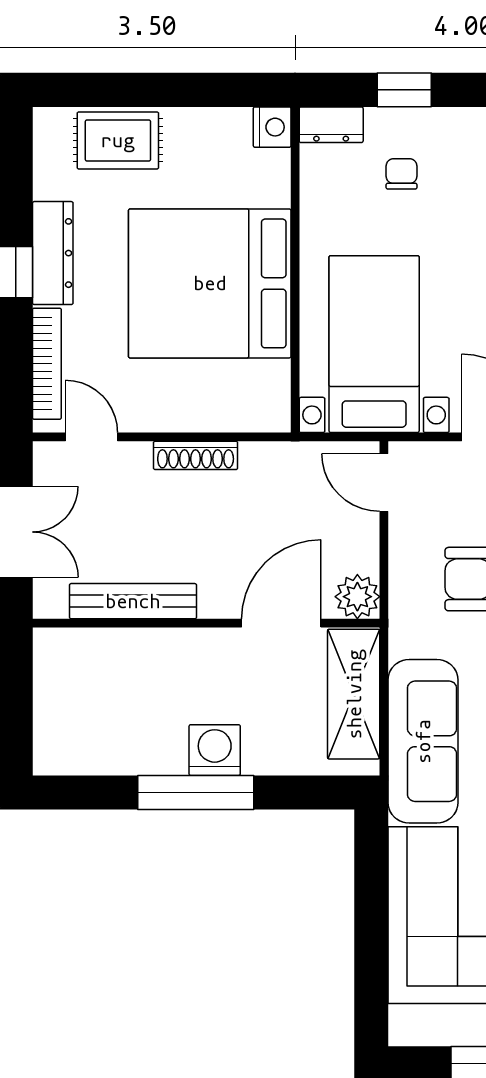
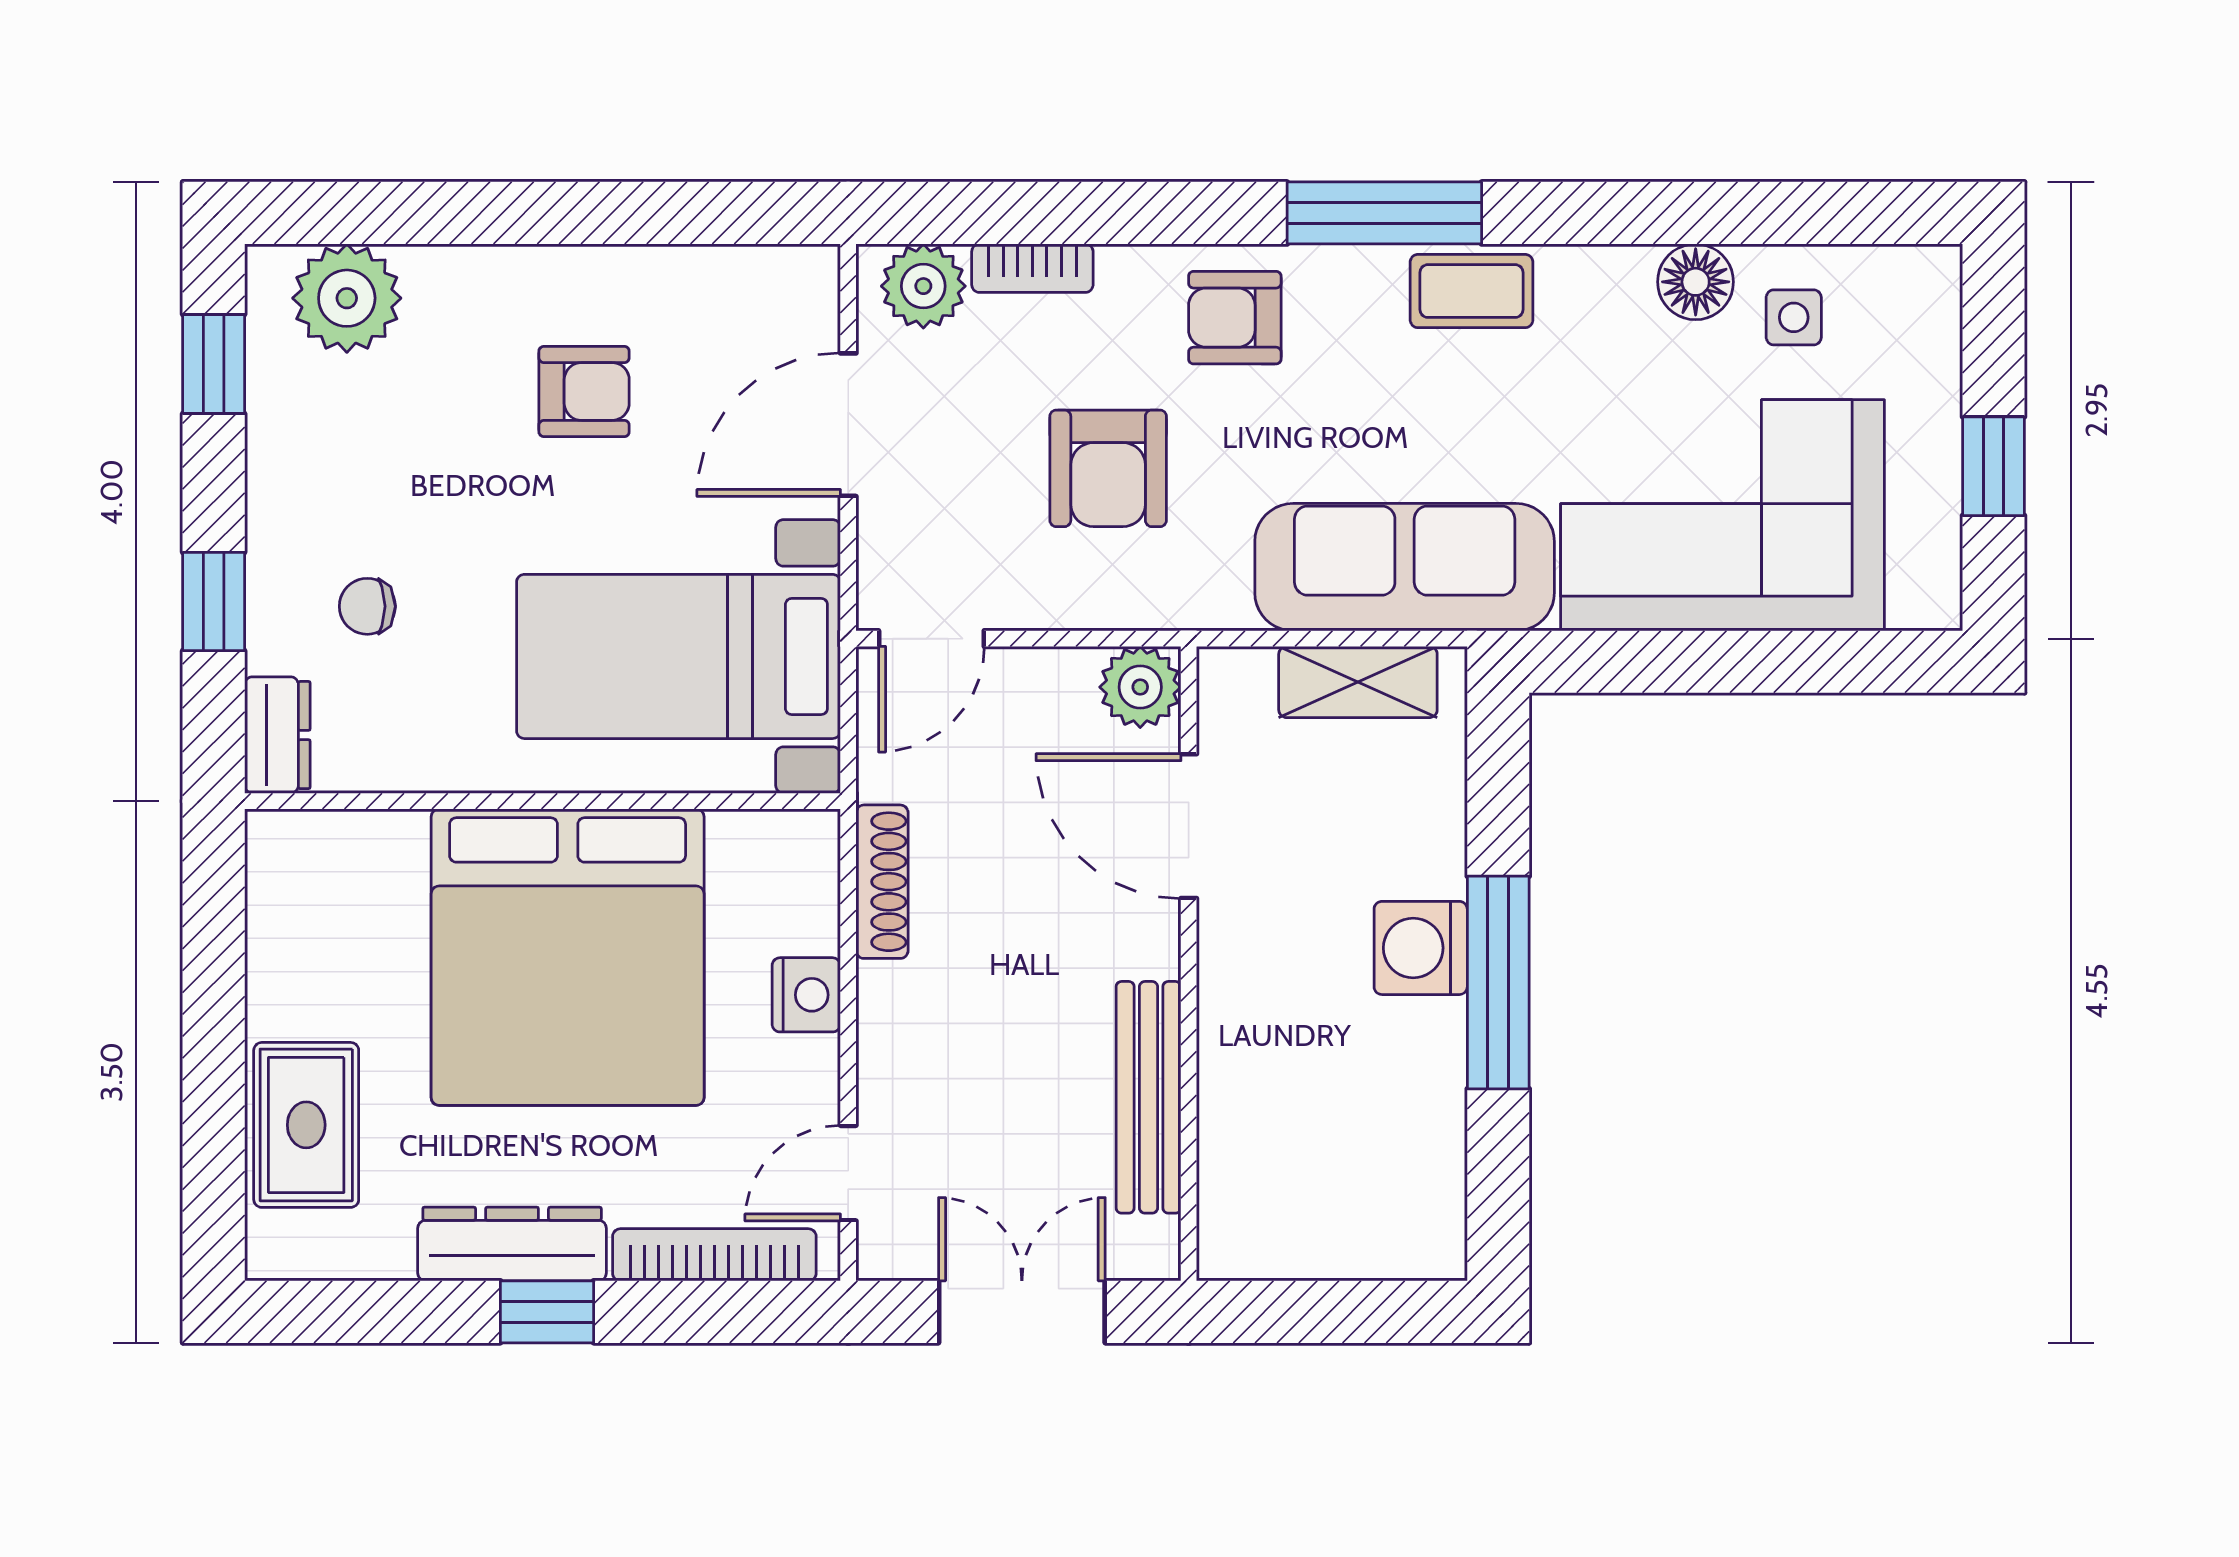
nightstand: (272, 127) -> (806, 995), moved, turned 90
shoe rack: (196, 455) -> (882, 882), moved
shelving: (354, 694) -> (1358, 682), width x0.67, depth x0.75

